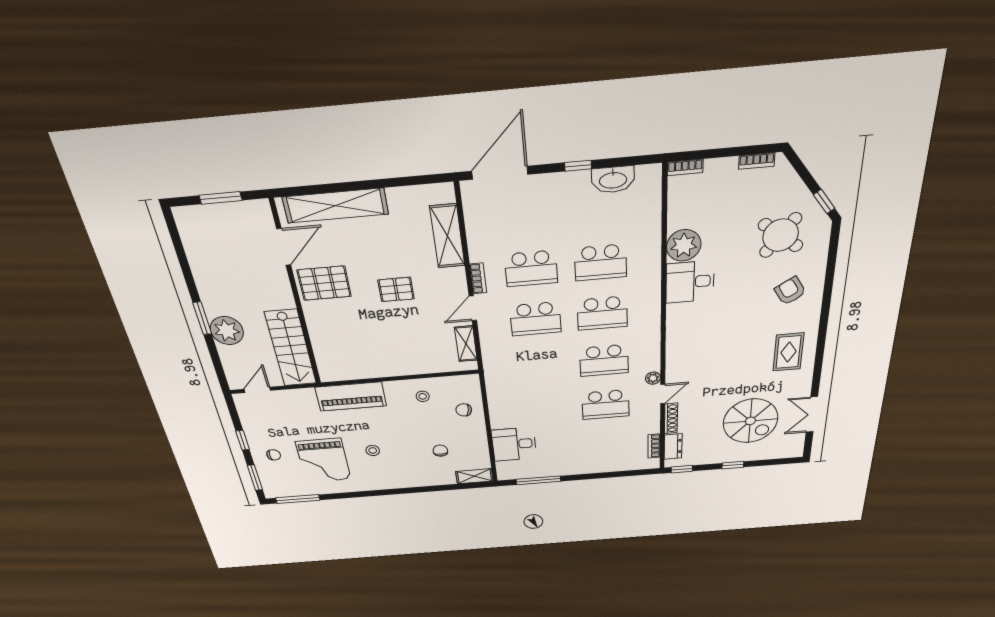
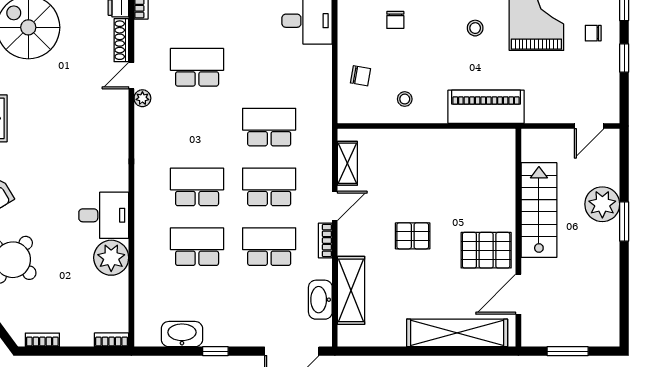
washbasin: (477, 225) -> (320, 300), added
stairs: (291, 348) -> (539, 210), moved
school desk: (604, 360) -> (269, 127), moved

